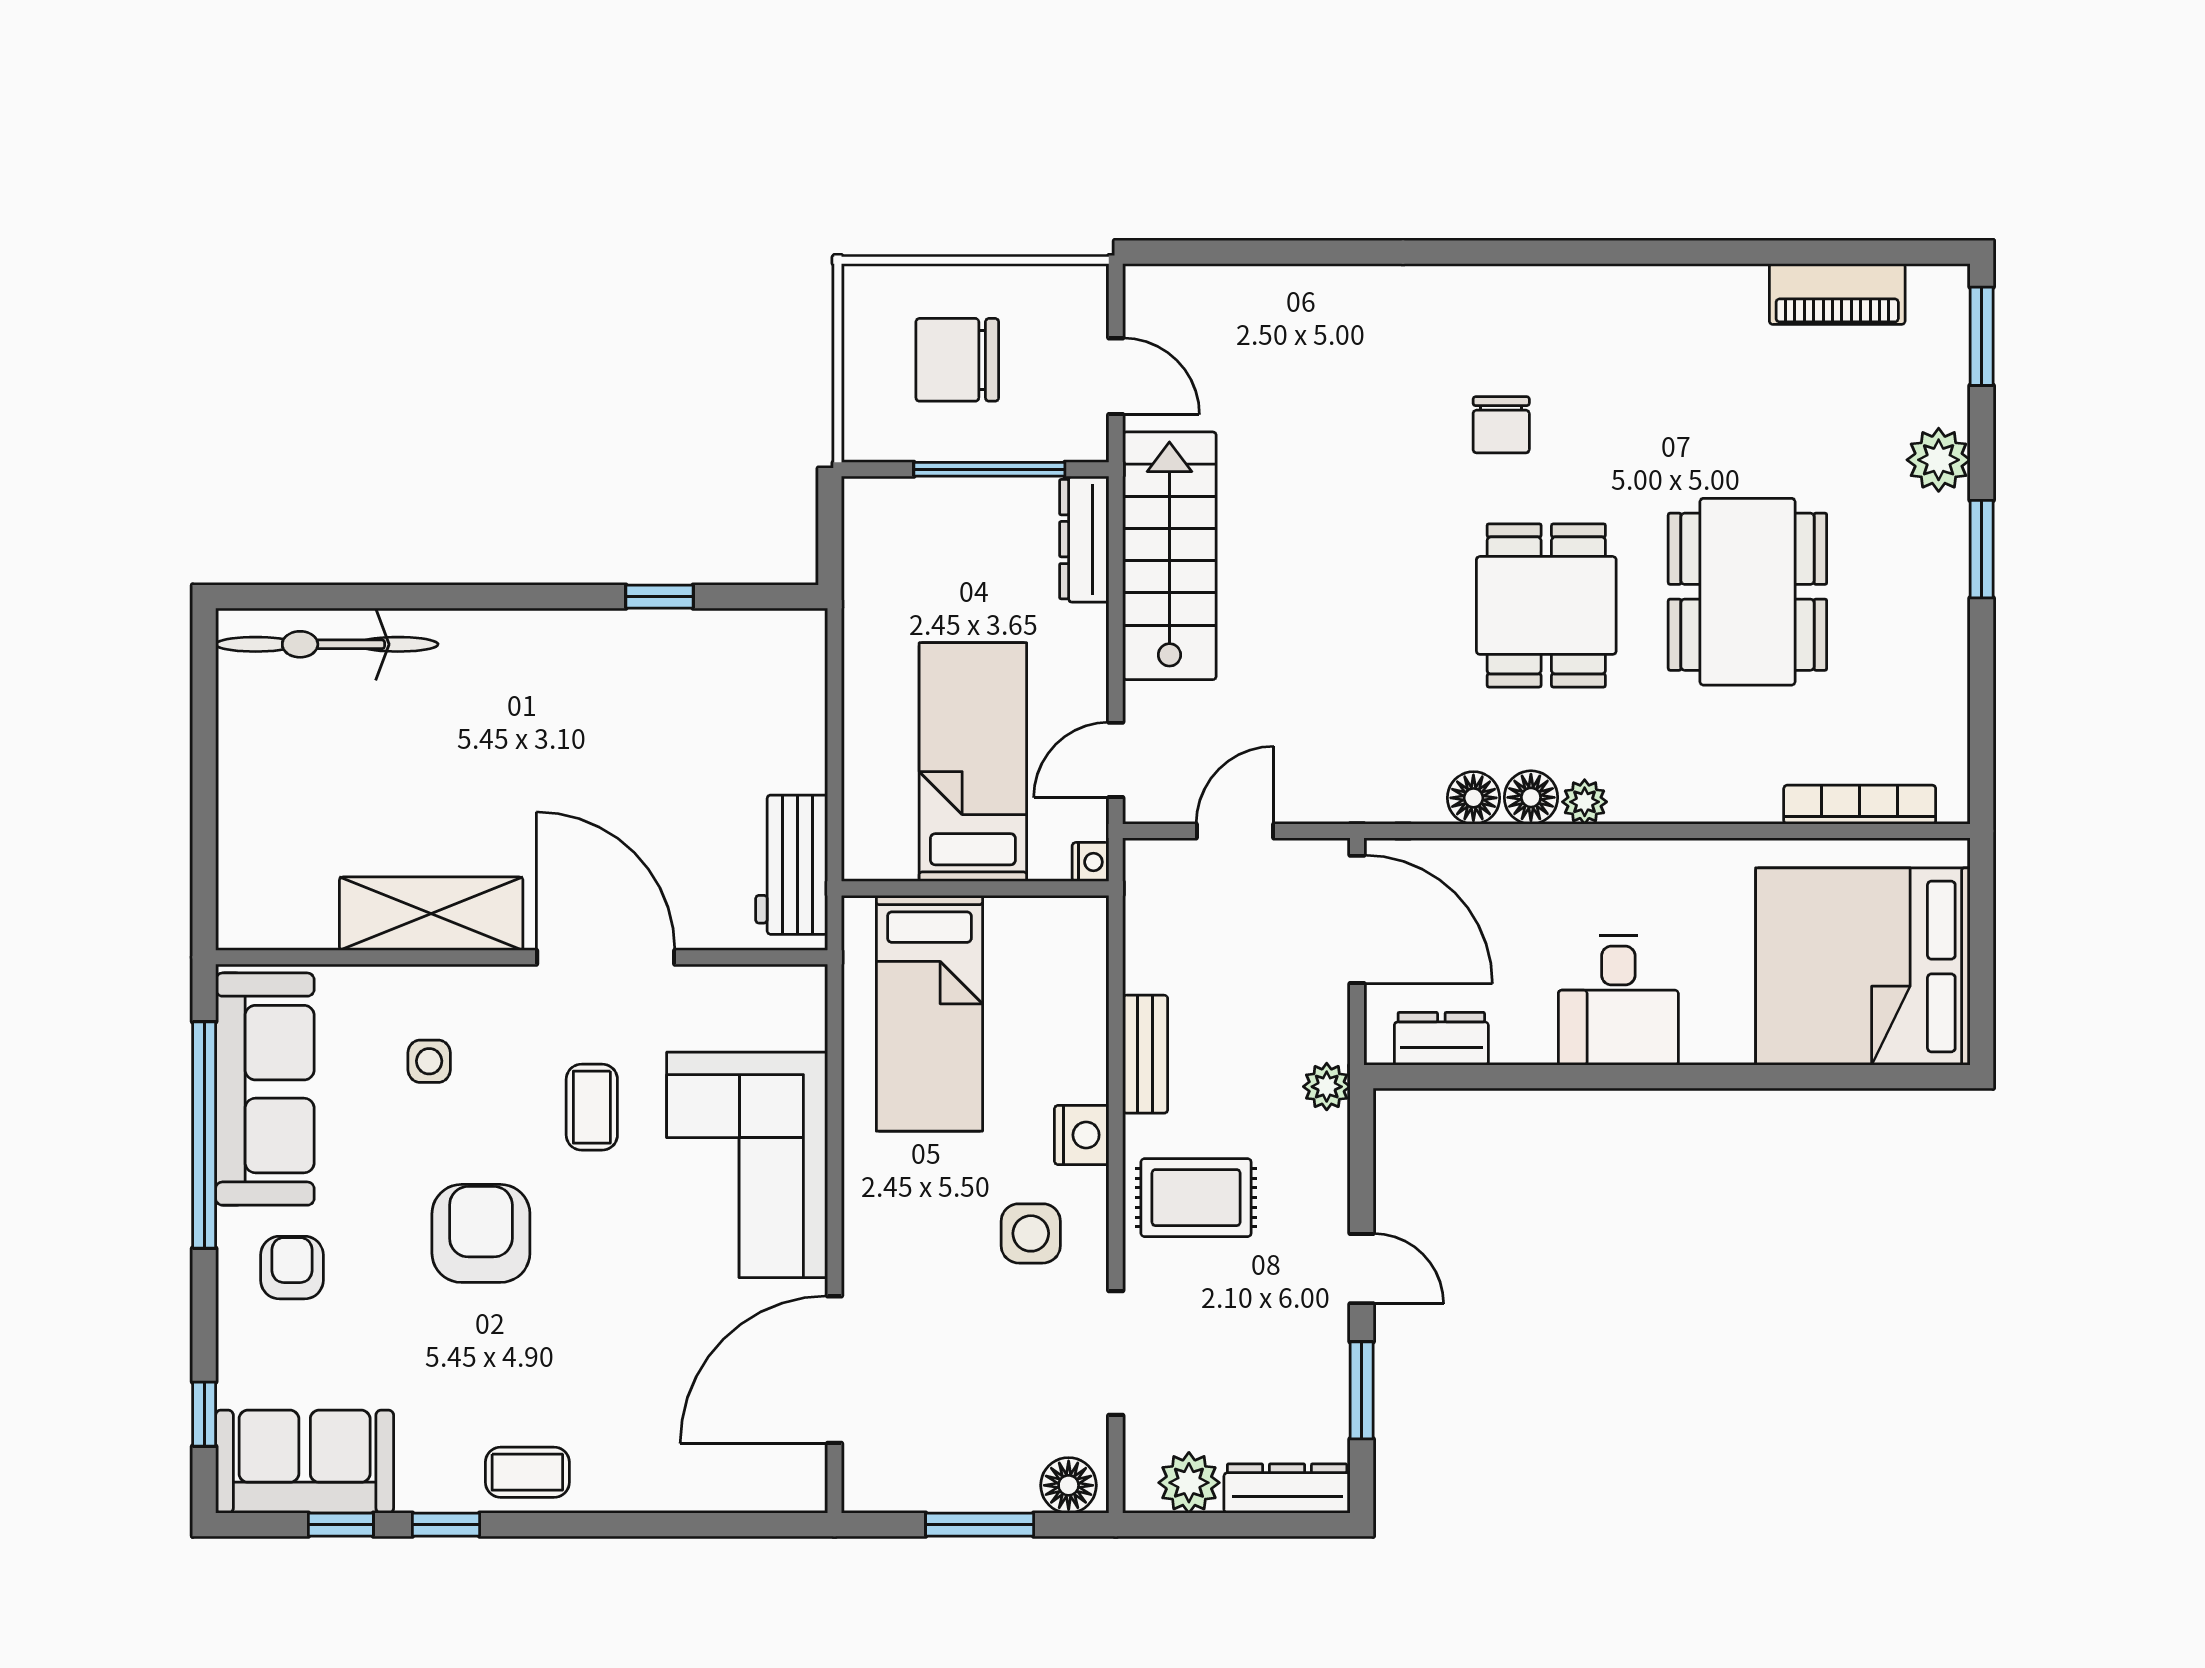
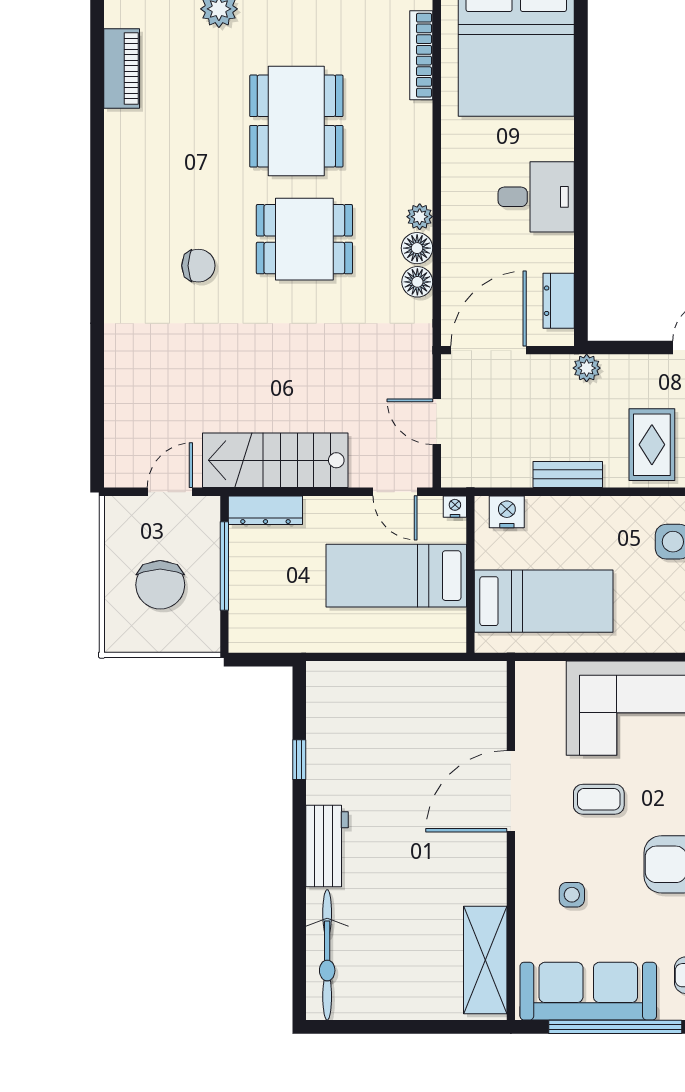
dining table: (1747, 592) -> (296, 121), turned 90
workbench: (792, 865) -> (327, 846), moved, turned -90
shelving: (431, 914) -> (485, 960), moved
nightstand: (1082, 1135) -> (507, 512), moved

